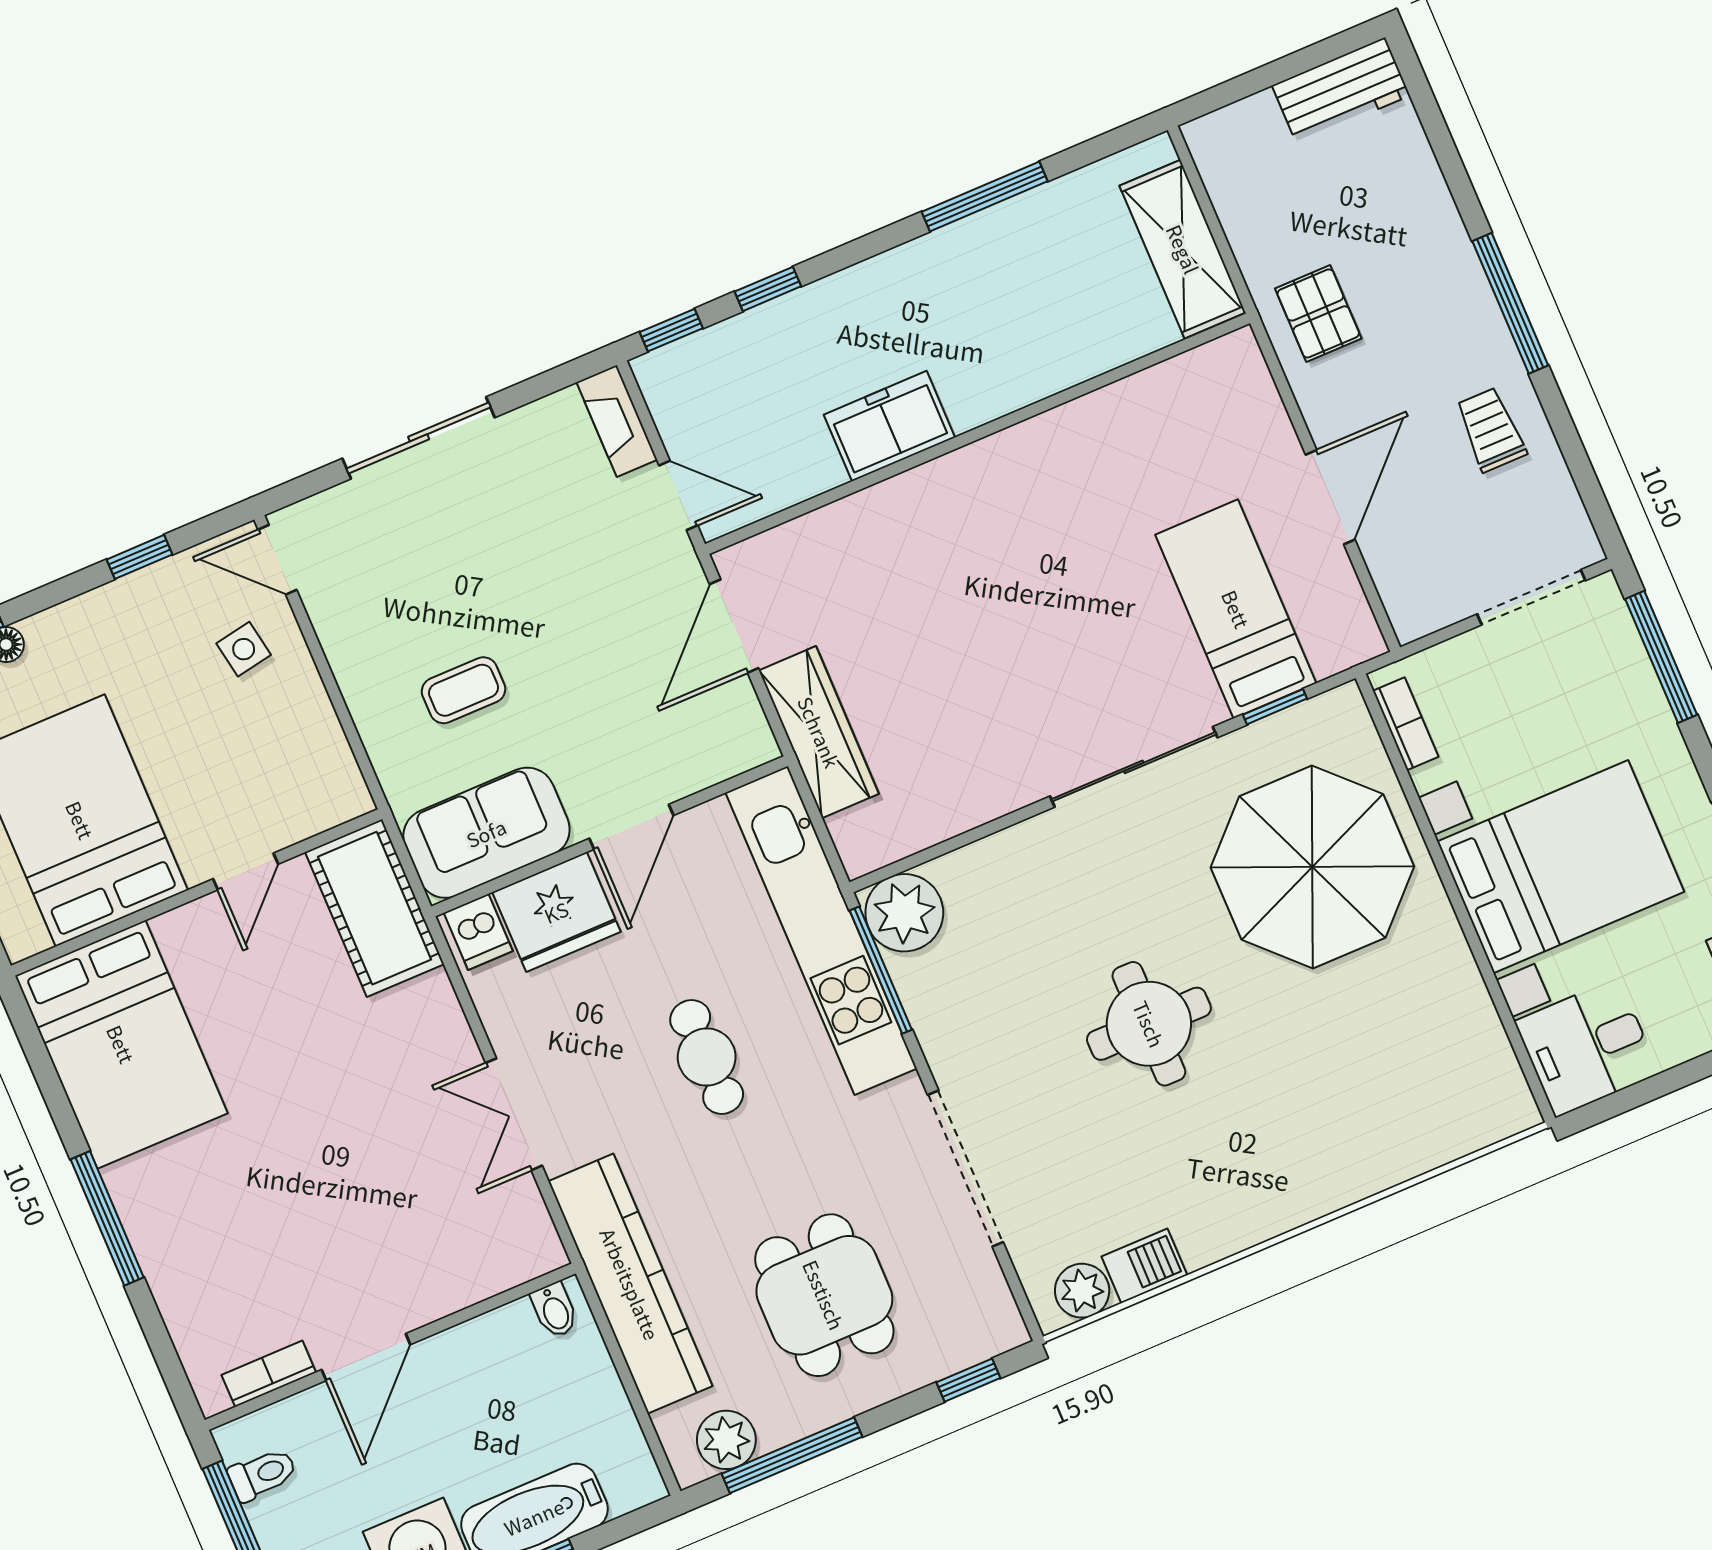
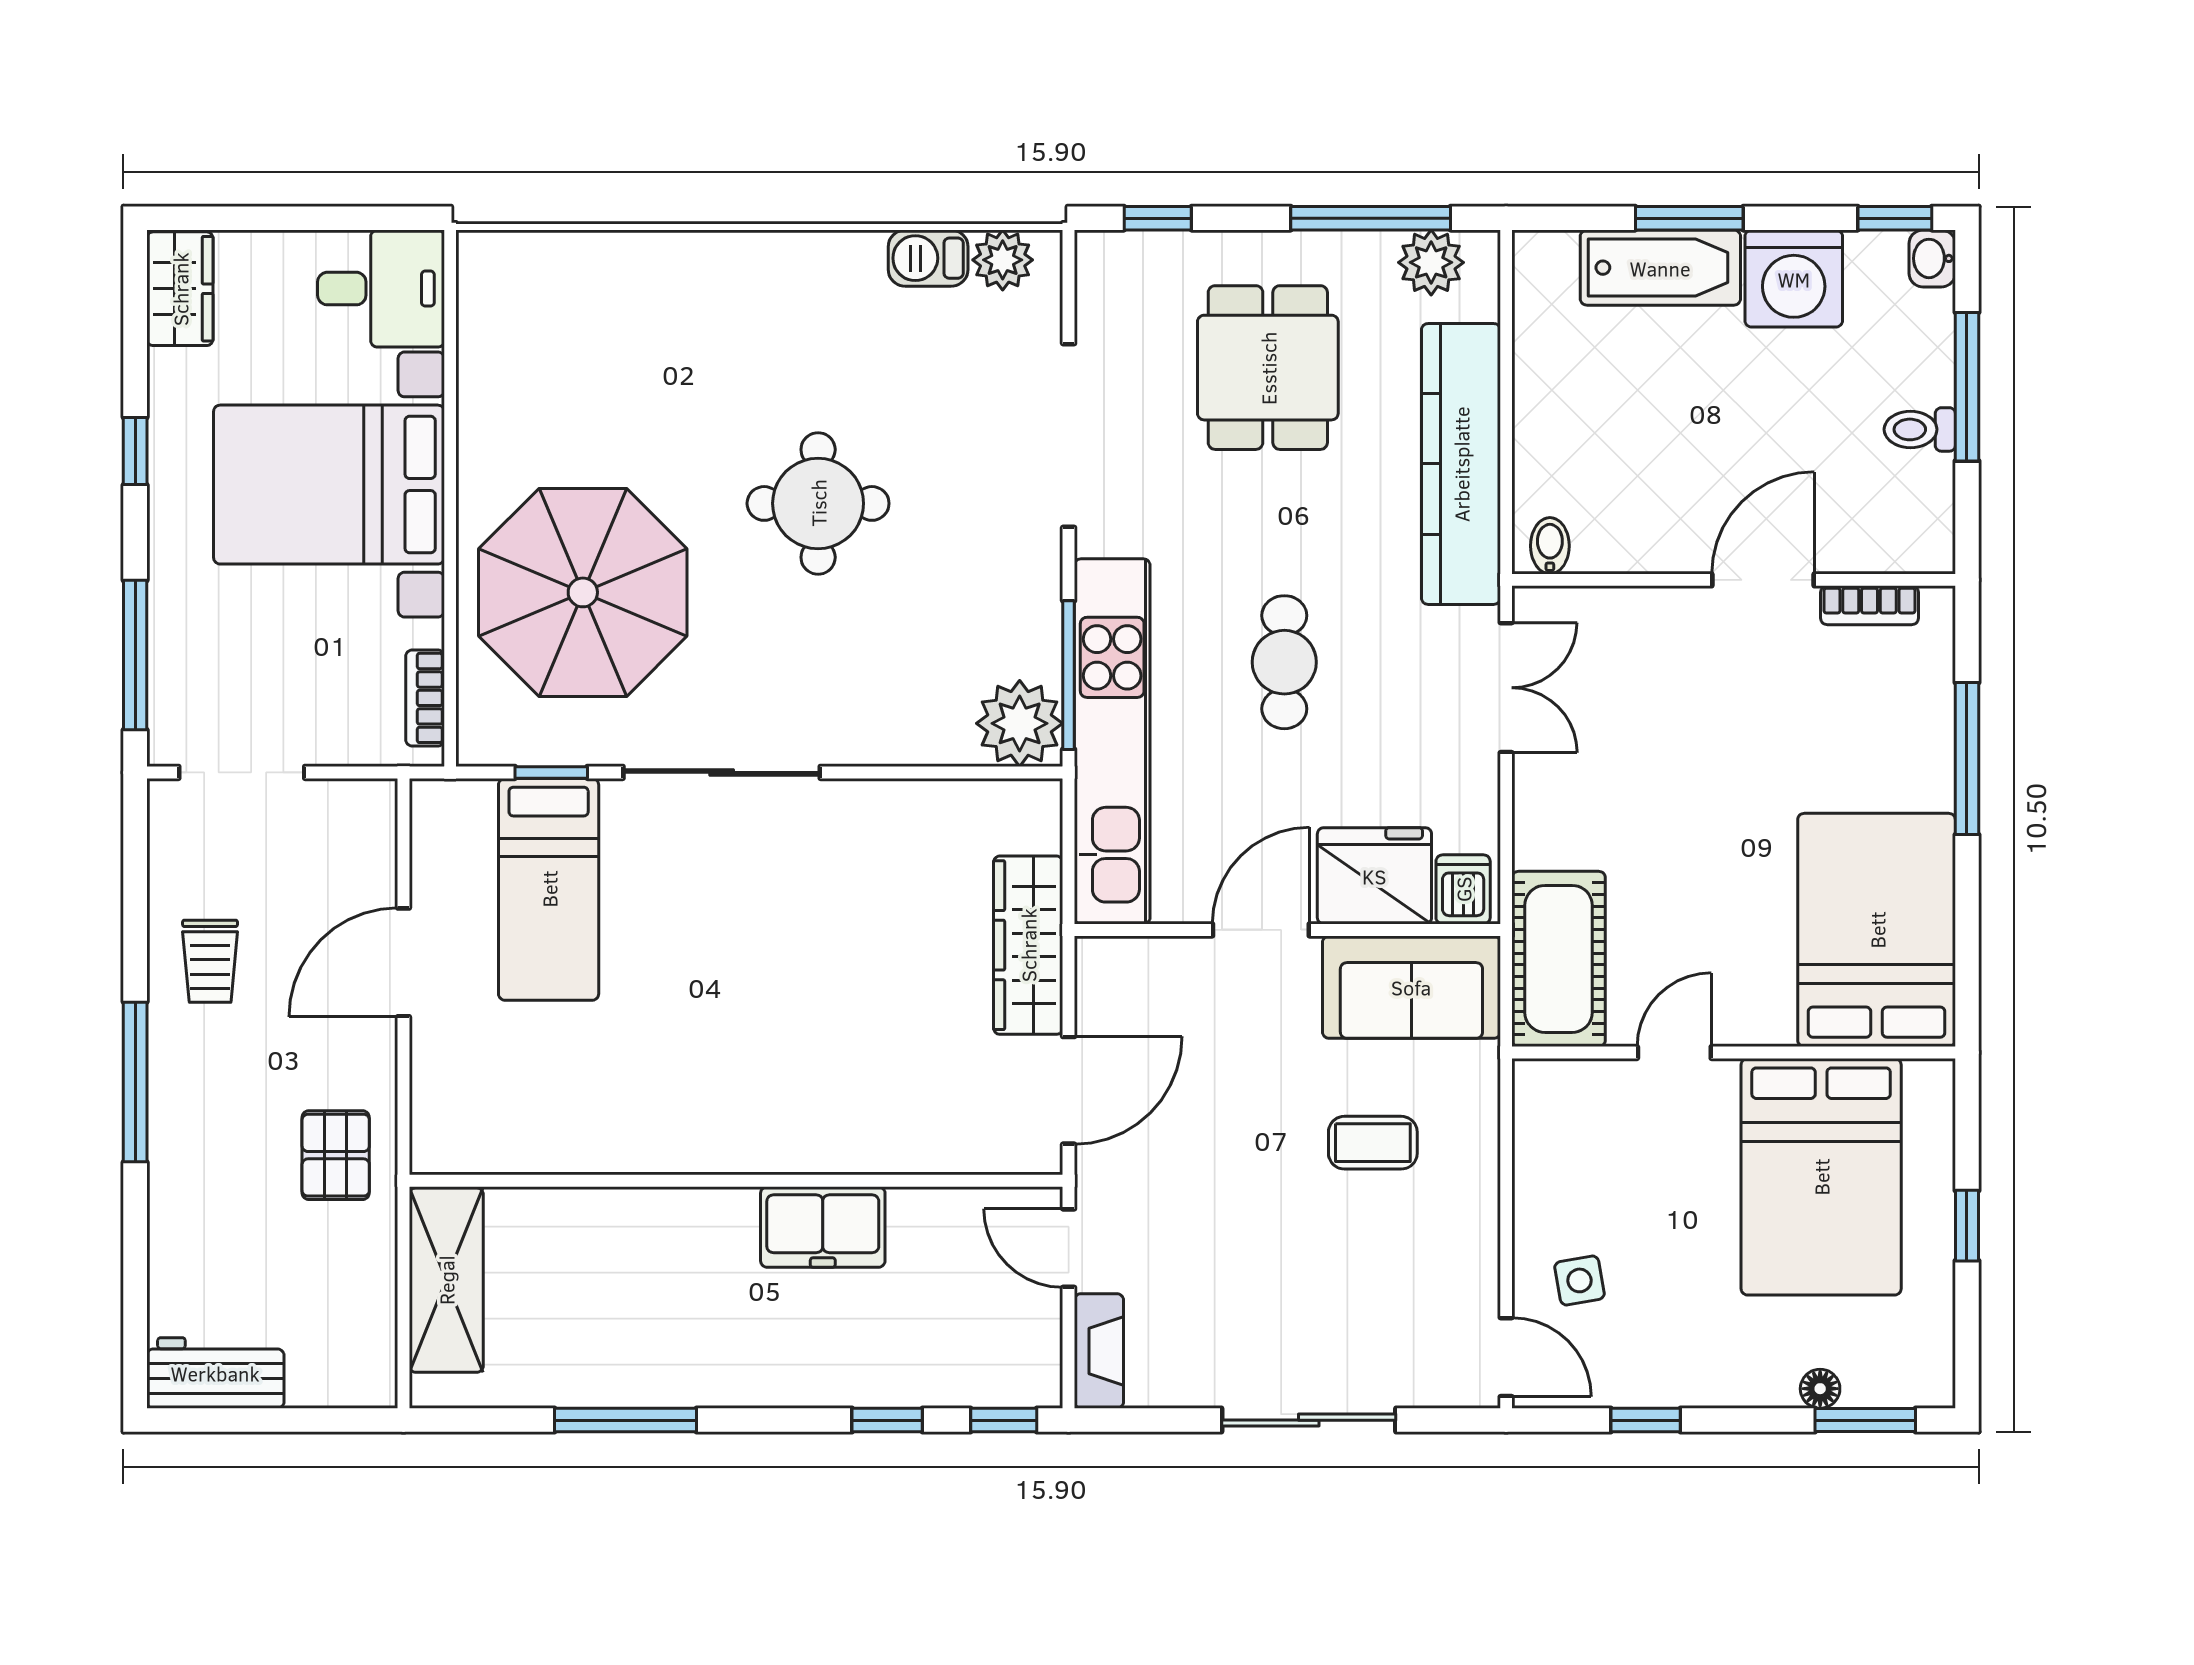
bidet: (555, 1310) -> (1550, 546), moved
wall: (390, 1347) -> (1734, 580), moved
door: (366, 1357) -> (1763, 580), moved
bookcase: (269, 1374) -> (1869, 605), moved

